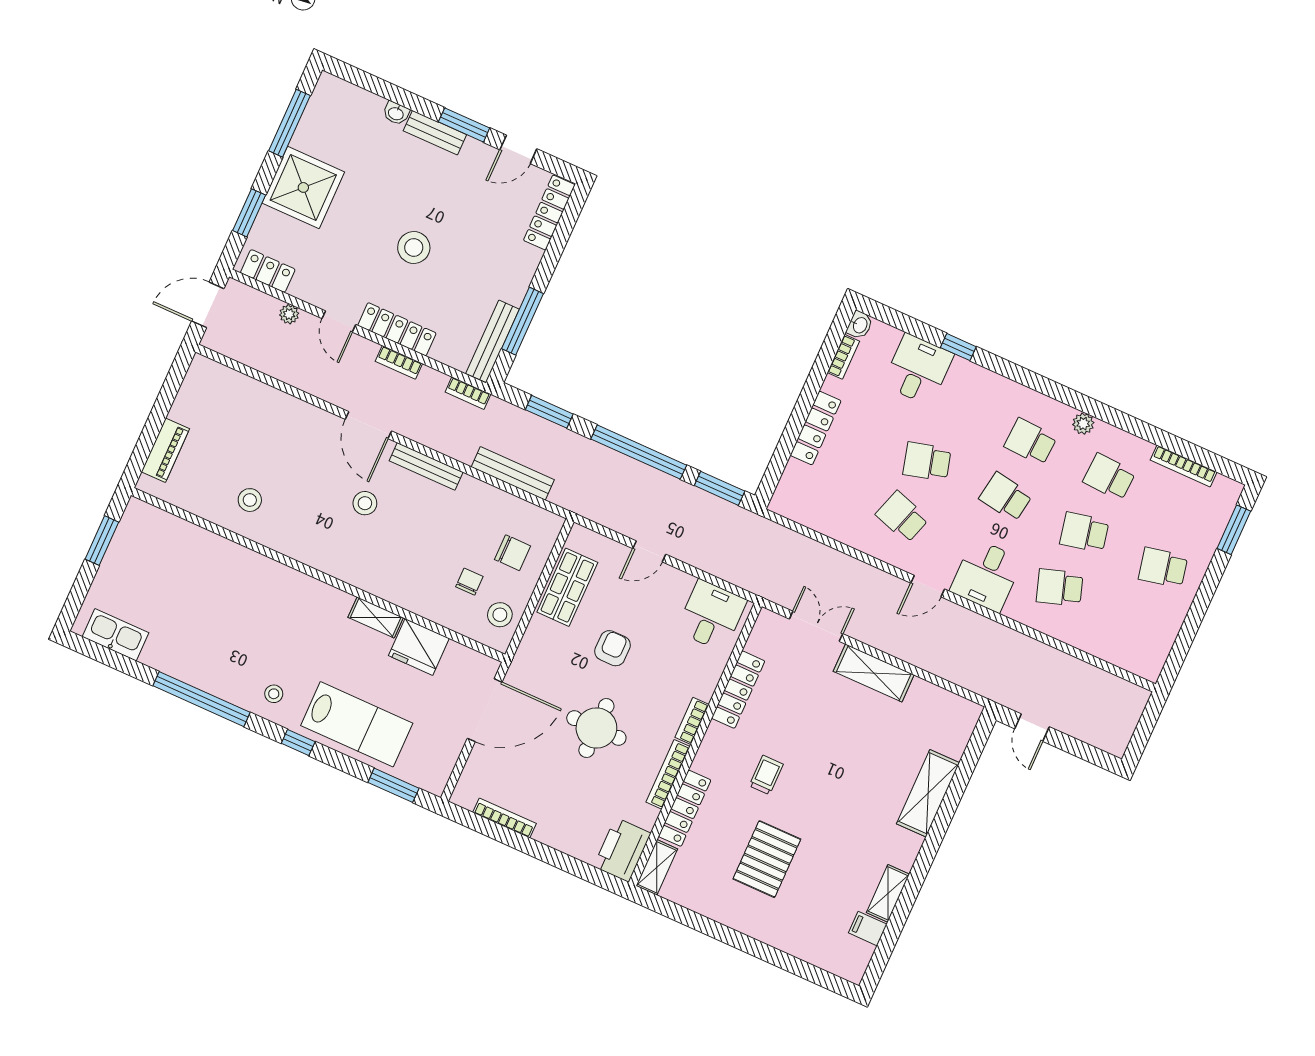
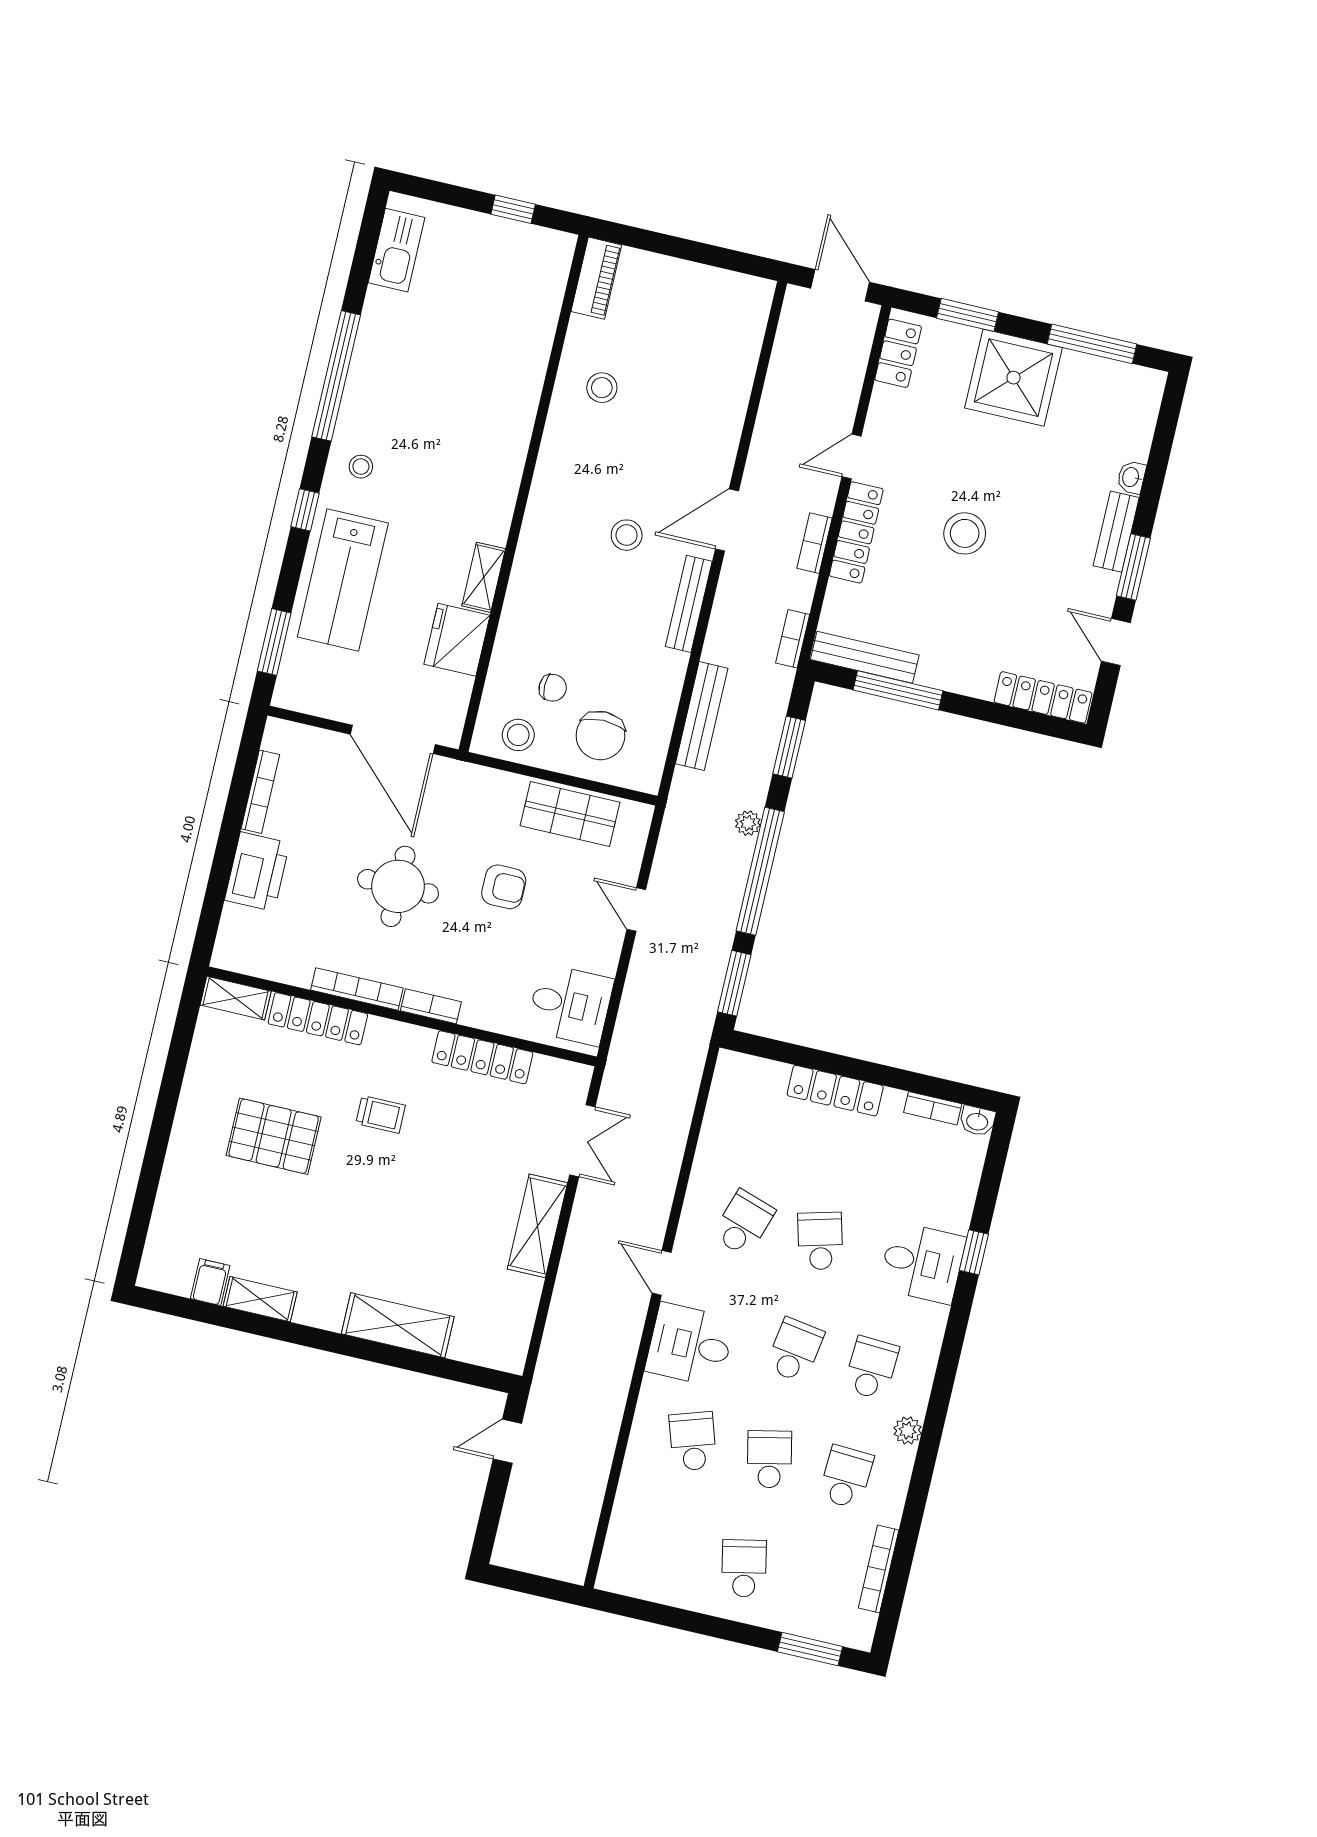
plant: (289, 314) -> (748, 823), moved
desk: (918, 369) -> (922, 1263), moved
piano: (165, 450) -> (596, 278), moved, turned -90
window: (102, 541) -> (513, 209), width x0.67
chair: (513, 553) -> (600, 736), width x1.37, depth x1.37
printer: (622, 850) -> (257, 872), moved, turned 90

